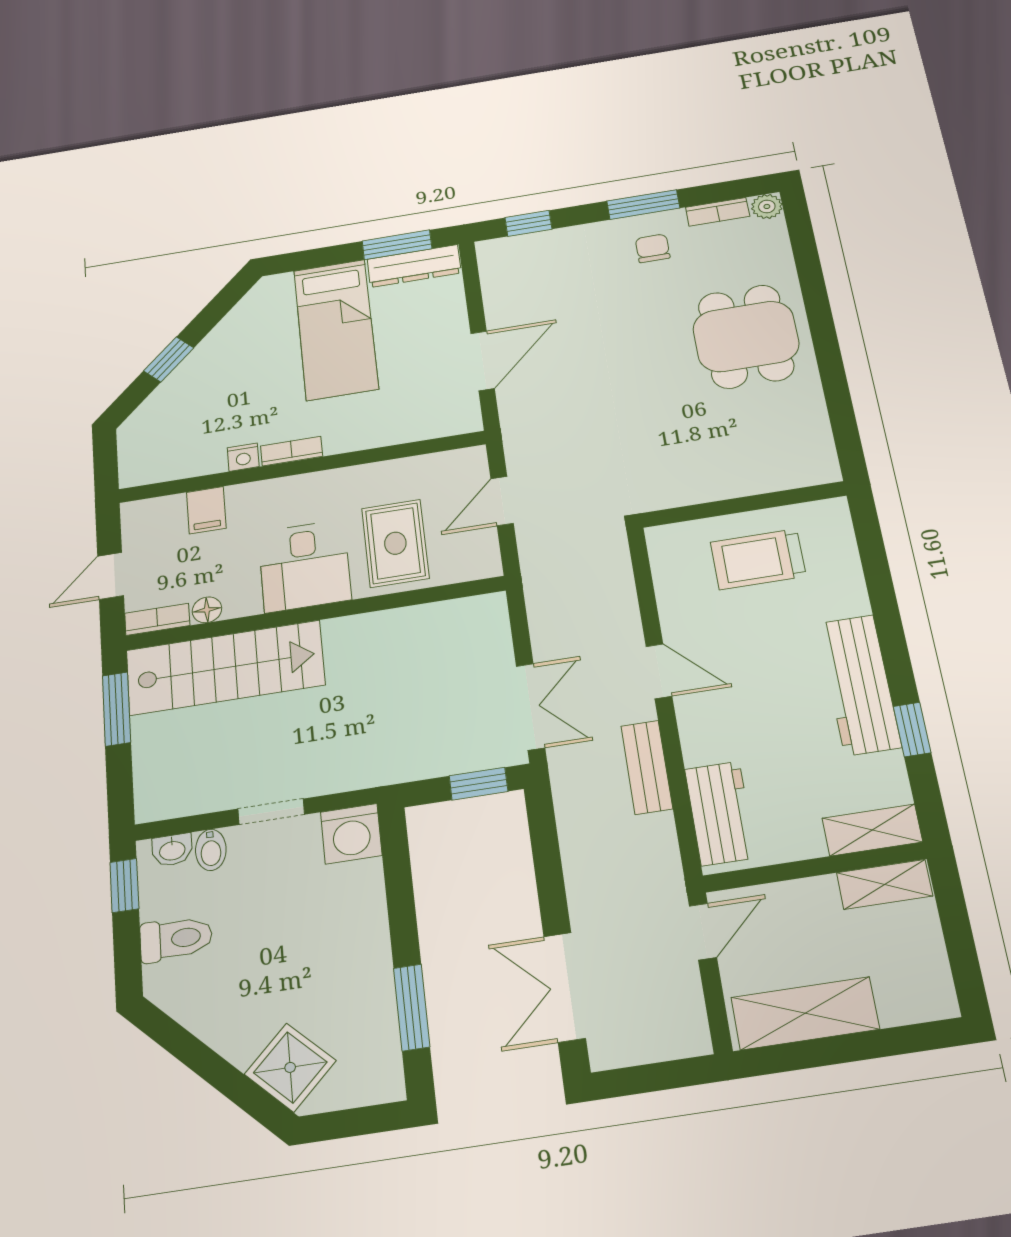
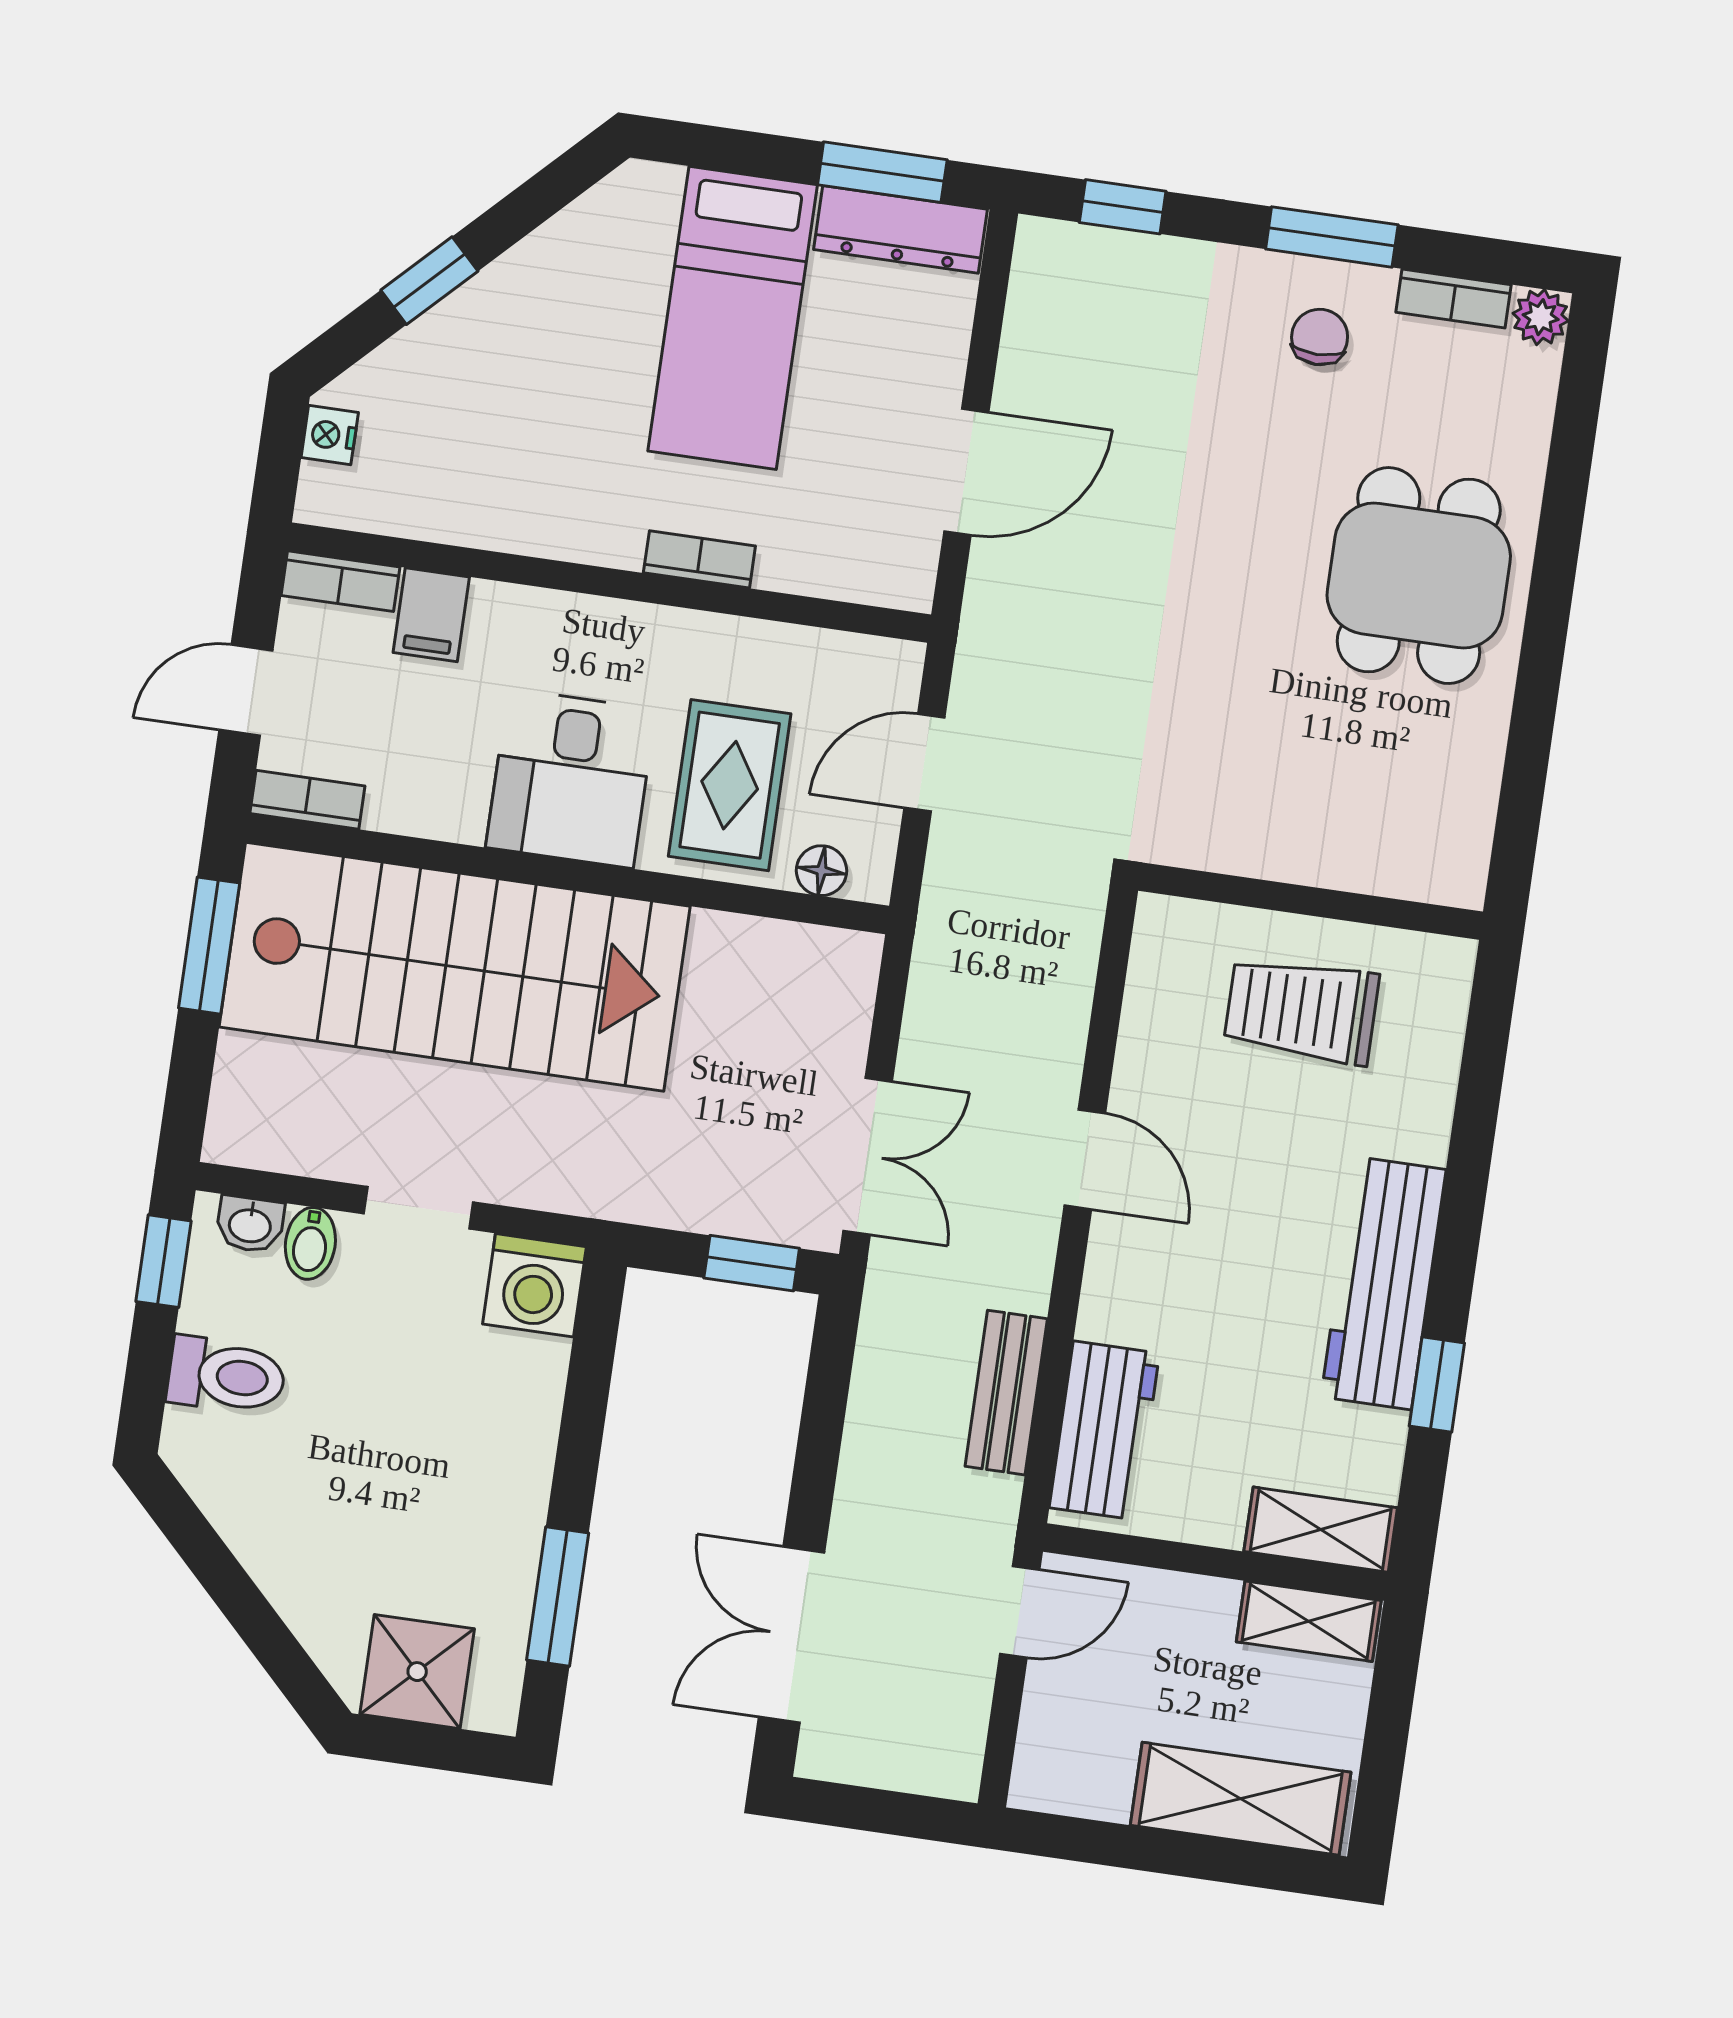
bookcase: (292, 451) -> (699, 559), moved
nightstand: (243, 457) -> (330, 435), moved, turned 90
bookcase: (152, 509) -> (341, 581), added
floor lamp: (207, 610) -> (822, 871), moved
stairs: (225, 668) -> (455, 967), width x1.36, depth x1.51
bench: (647, 767) -> (1006, 1393), moved
shelving: (805, 1013) -> (1241, 1799), moved
shower: (290, 1067) -> (417, 1672), moved, turned 45

